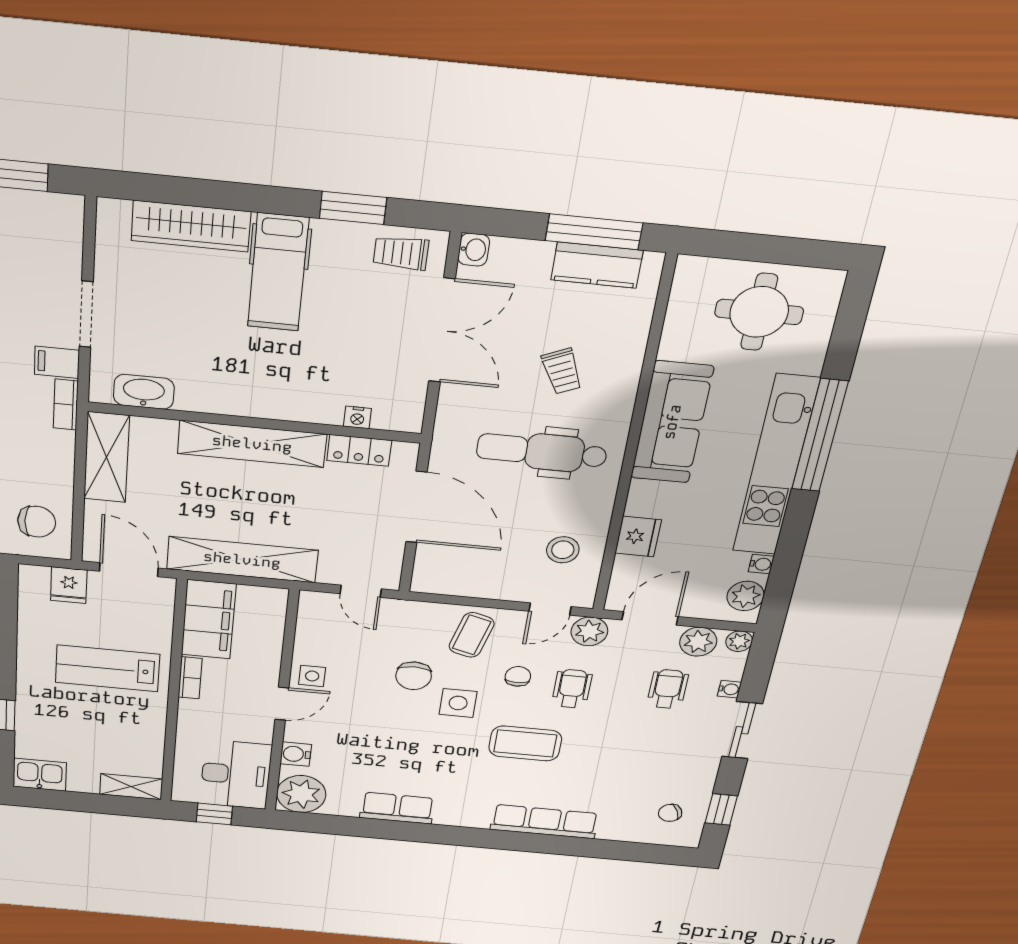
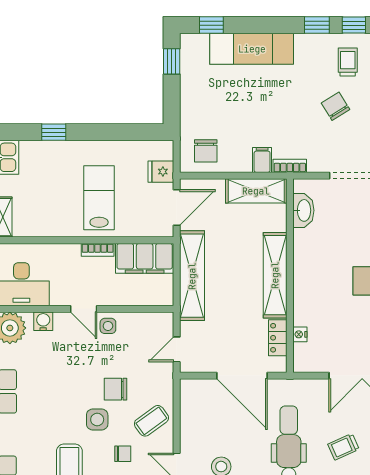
filing cabinet: (57, 362) -> (262, 160), moved
door: (416, 507) -> (242, 376), hinge flipped
coffee table: (472, 635) -> (151, 421), turned -51

